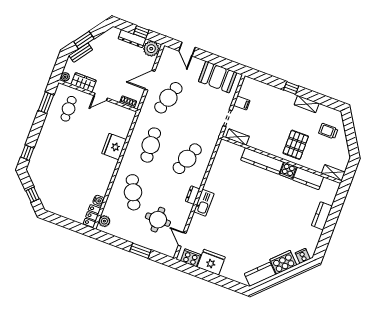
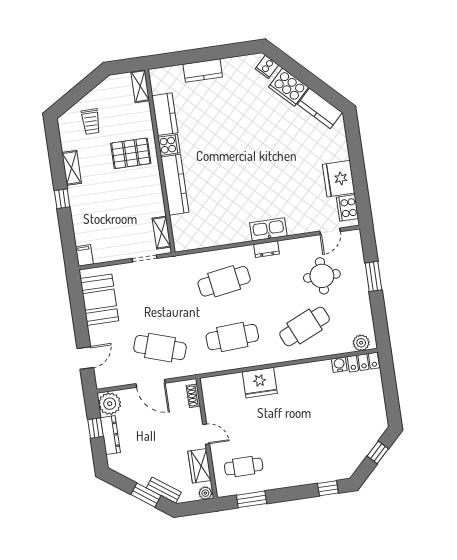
filing cabinet: (242, 103) -> (84, 255), moved
cafe table: (187, 159) -> (224, 281), turned -30

